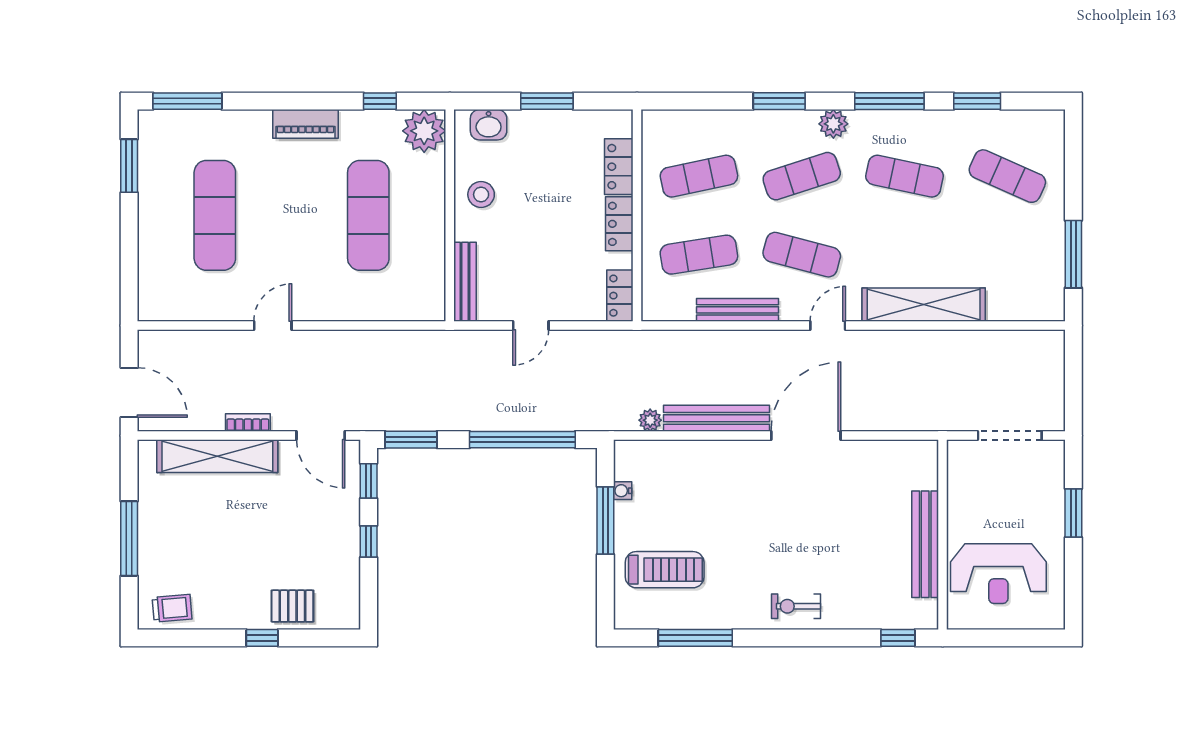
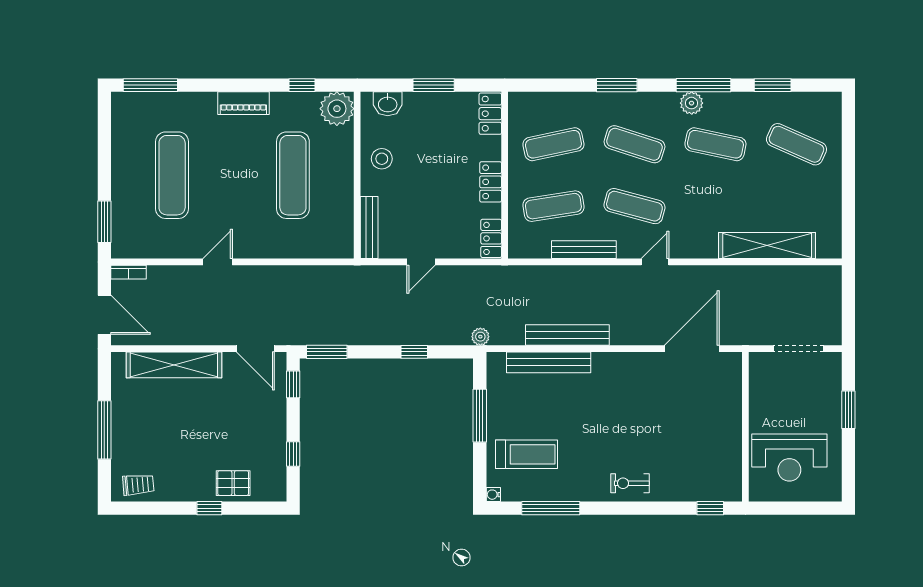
plant: (833, 124) -> (692, 103), moved
window: (129, 166) -> (104, 222), moved
locker: (619, 167) -> (490, 114), moved
exercise mat: (802, 176) -> (634, 144), turned 36
window: (1073, 254) -> (848, 206), removed
shelving: (924, 305) -> (767, 245), moved
plant: (650, 420) -> (480, 337), moved
bookcase: (248, 423) -> (129, 272), moved, turned 180
door: (806, 436) -> (692, 349), moved
window: (522, 440) -> (414, 352), width x0.32
water cooler: (623, 491) -> (493, 495), moved
window: (369, 541) -> (293, 454), moved
bench: (925, 544) -> (549, 362), moved, turned 90

